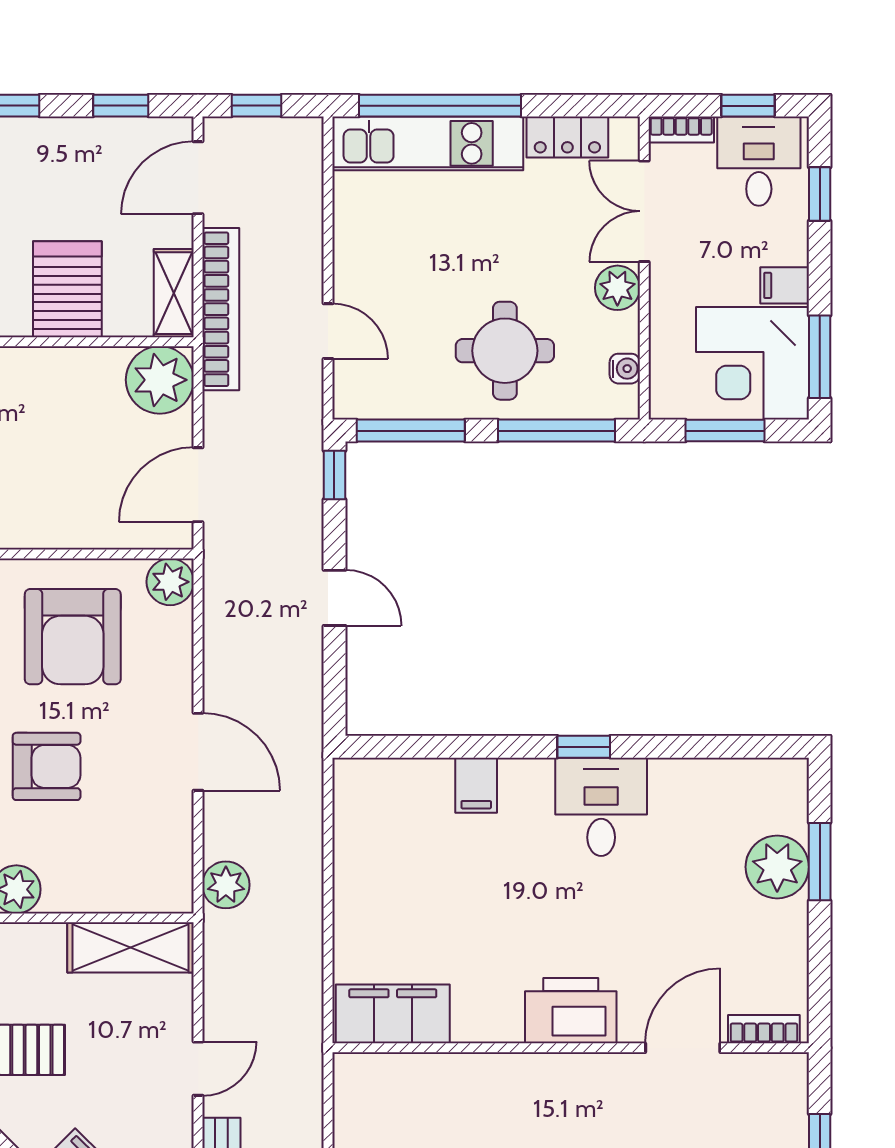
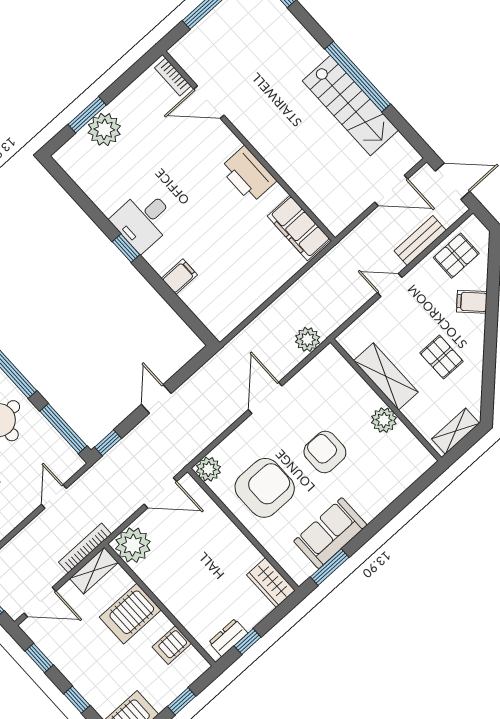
bookcase: (221, 309) -> (85, 548), width x0.68, depth x0.76
shelving: (131, 947) -> (386, 376), moved
printer: (571, 1011) -> (248, 175), moved

